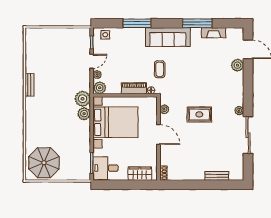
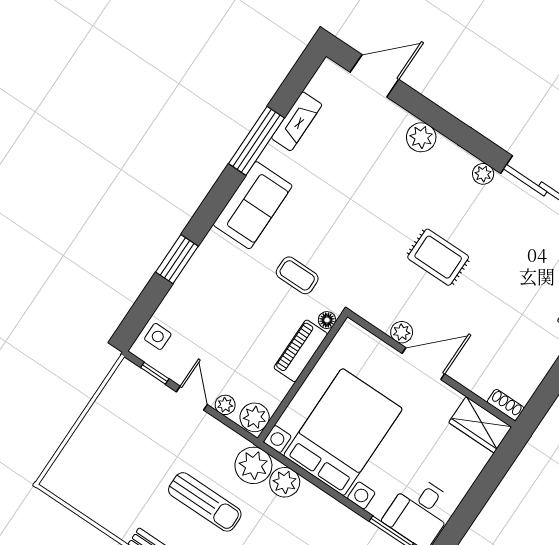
window: (137, 23) -> (177, 259), width x0.69
sofa: (168, 37) -> (253, 205), width x0.73
plant: (237, 65) -> (421, 137), moved
sun lounger: (58, 90) -> (205, 502), added
plant: (164, 109) -> (402, 332), moved
rug: (199, 114) -> (438, 257), turned 90
wardrobe: (140, 174) -> (480, 425), moved, turned -90

